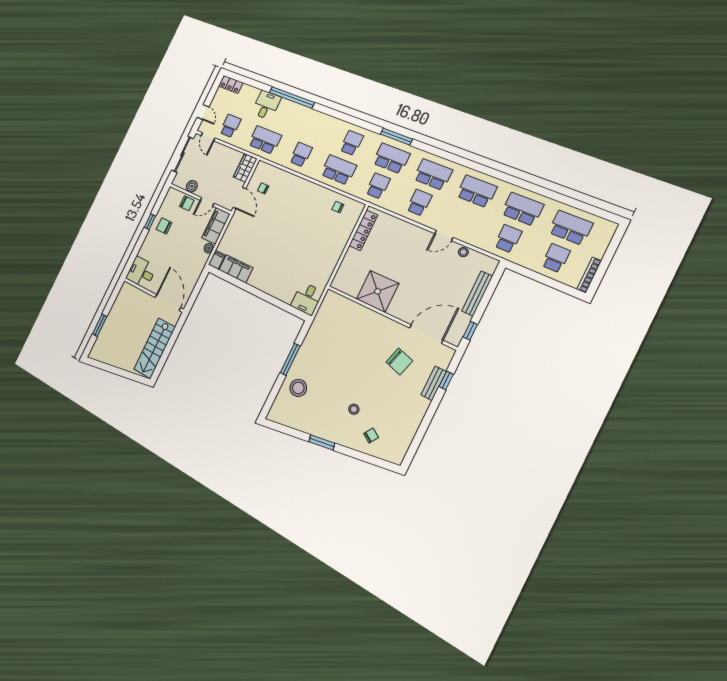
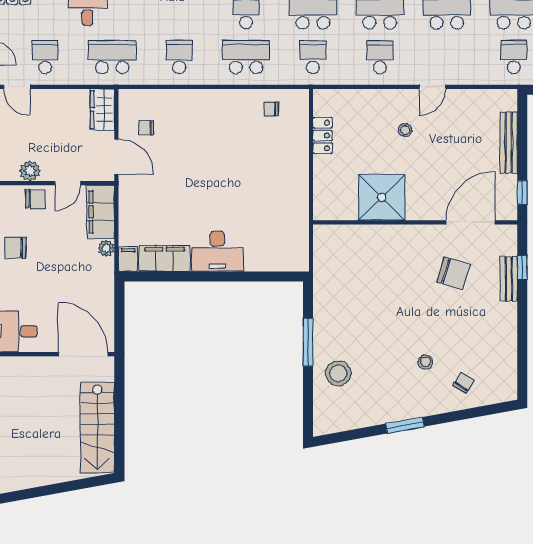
locker: (363, 230) -> (323, 136), width x0.66
stool: (463, 252) -> (405, 130), moved
desk: (307, 299) -> (217, 251), moved, width x1.37

